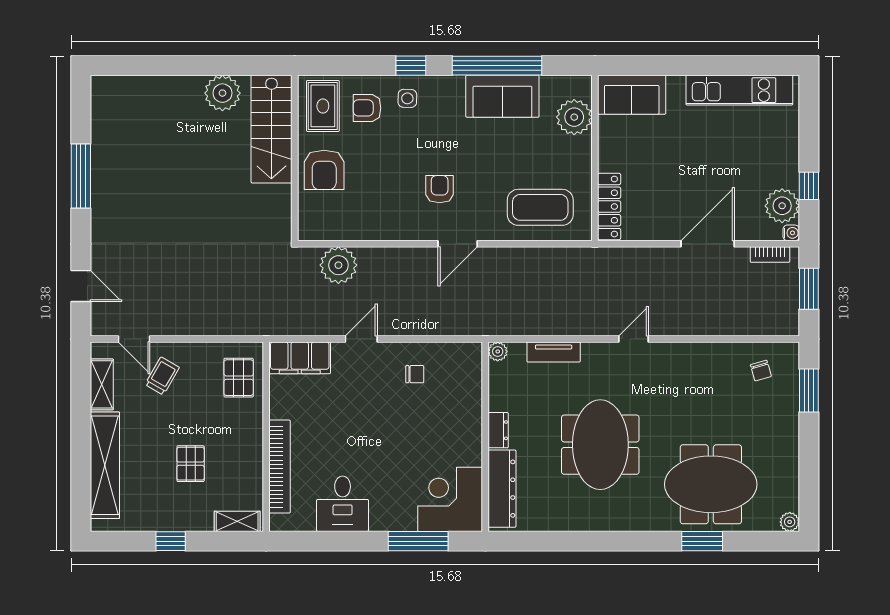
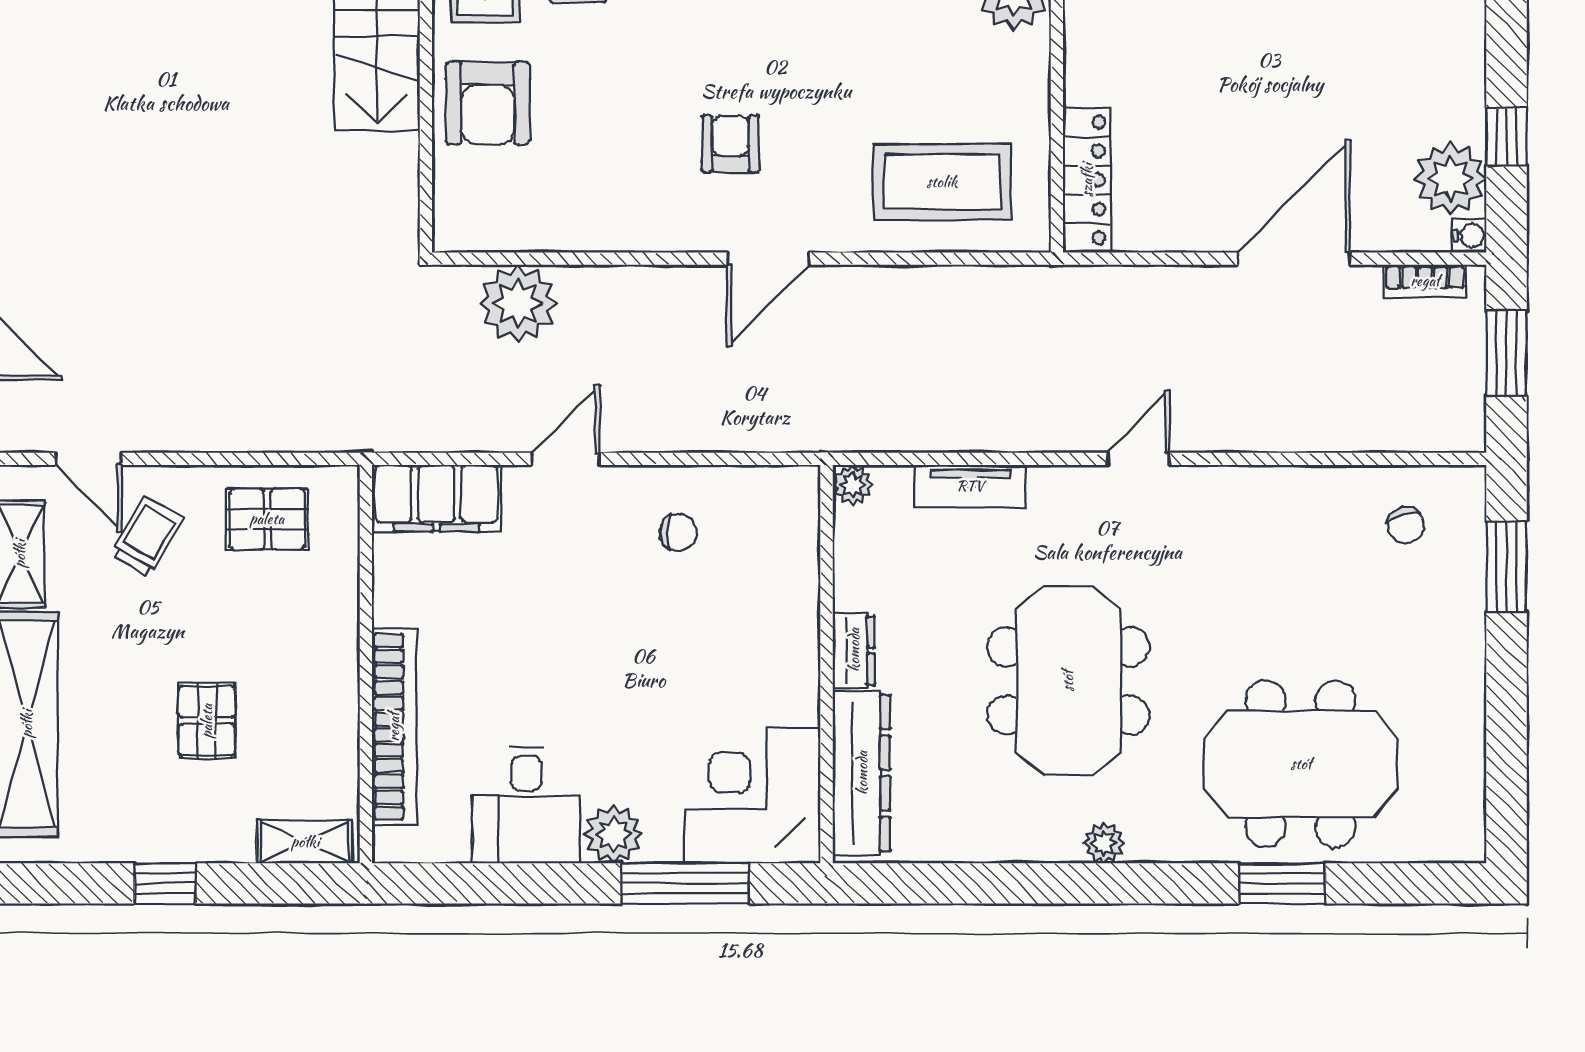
pallet: (239, 378) -> (267, 519), moved, turned 90
plant: (384, 518) -> (613, 835), added
plant: (790, 522) -> (1104, 843), moved

